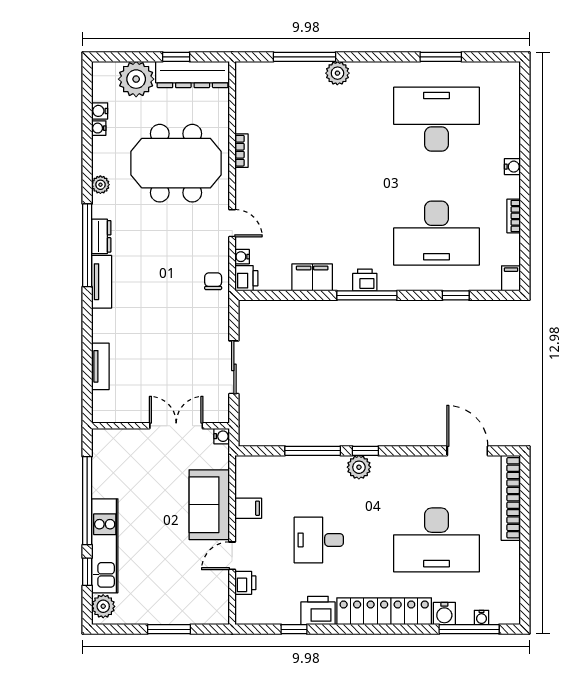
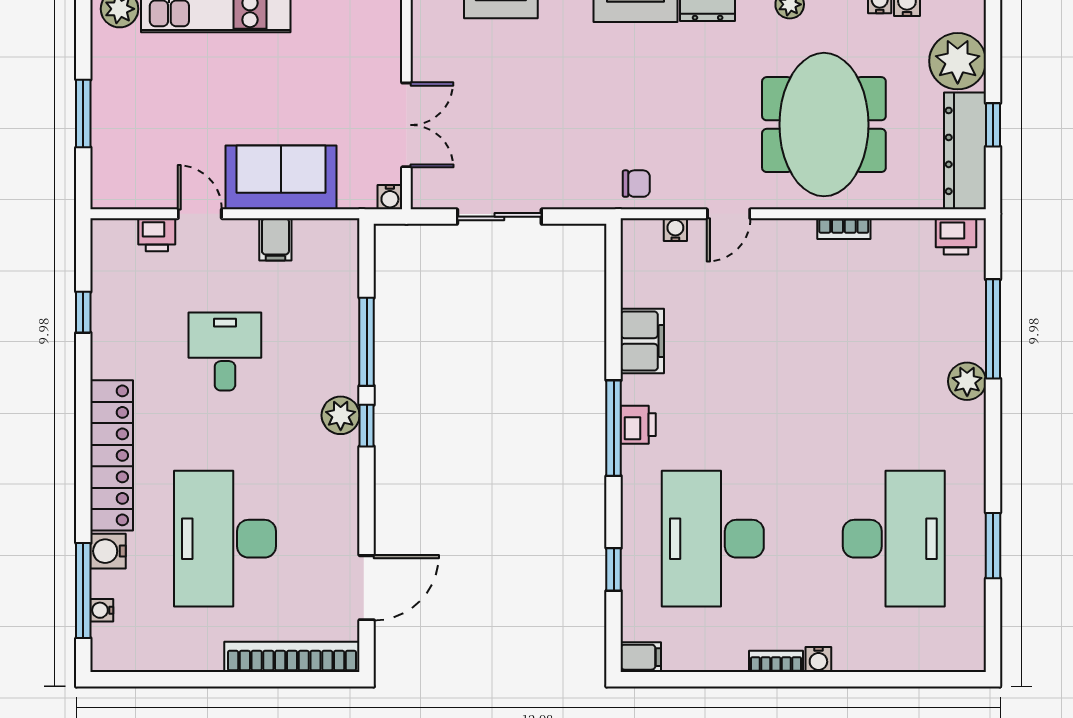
bookcase: (514, 216) -> (776, 661), moved
printer: (246, 278) -> (956, 236), moved
printer: (318, 610) -> (113, 350), removed

